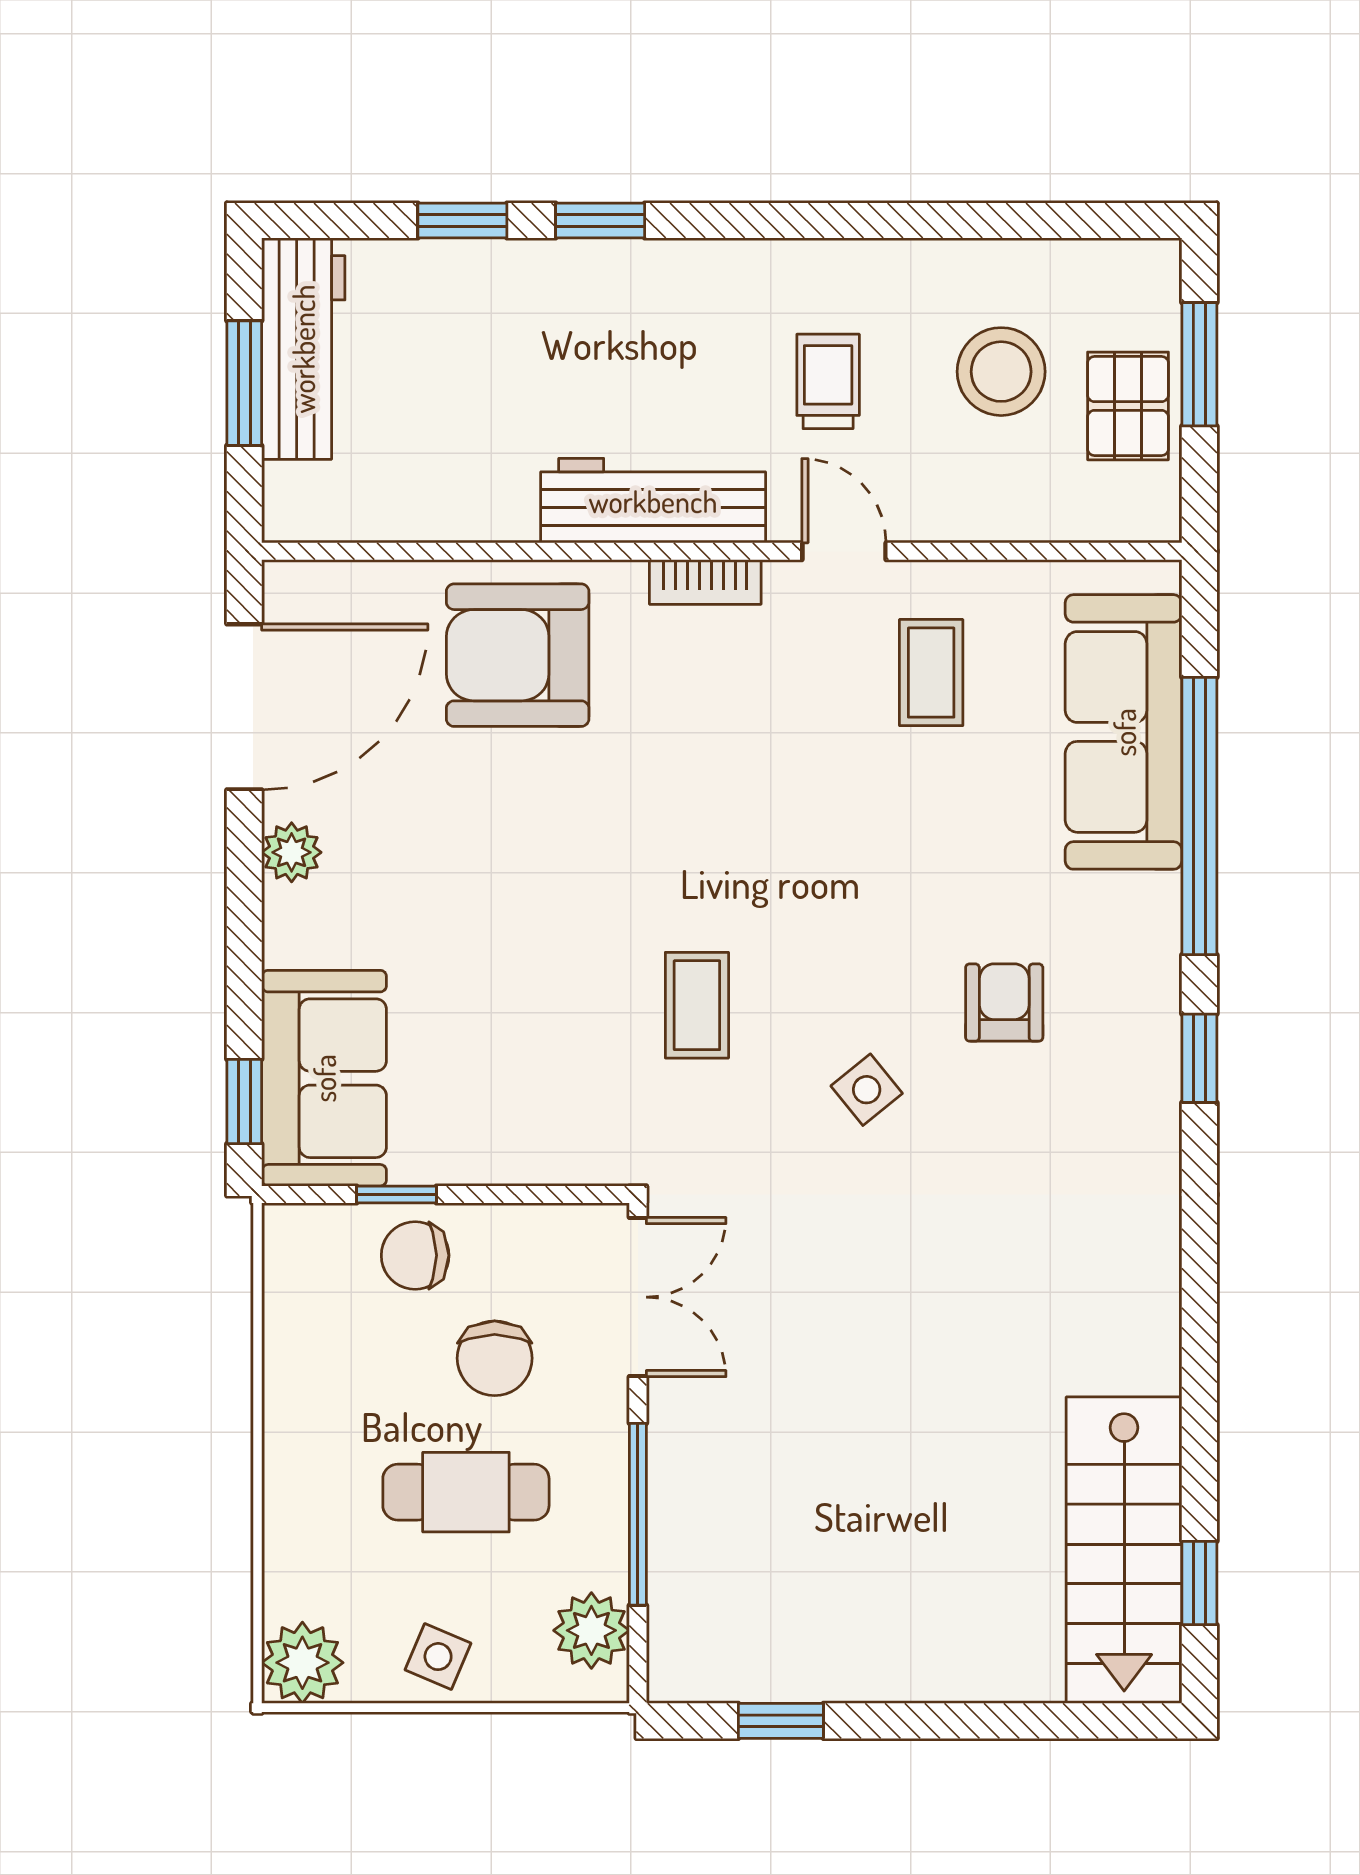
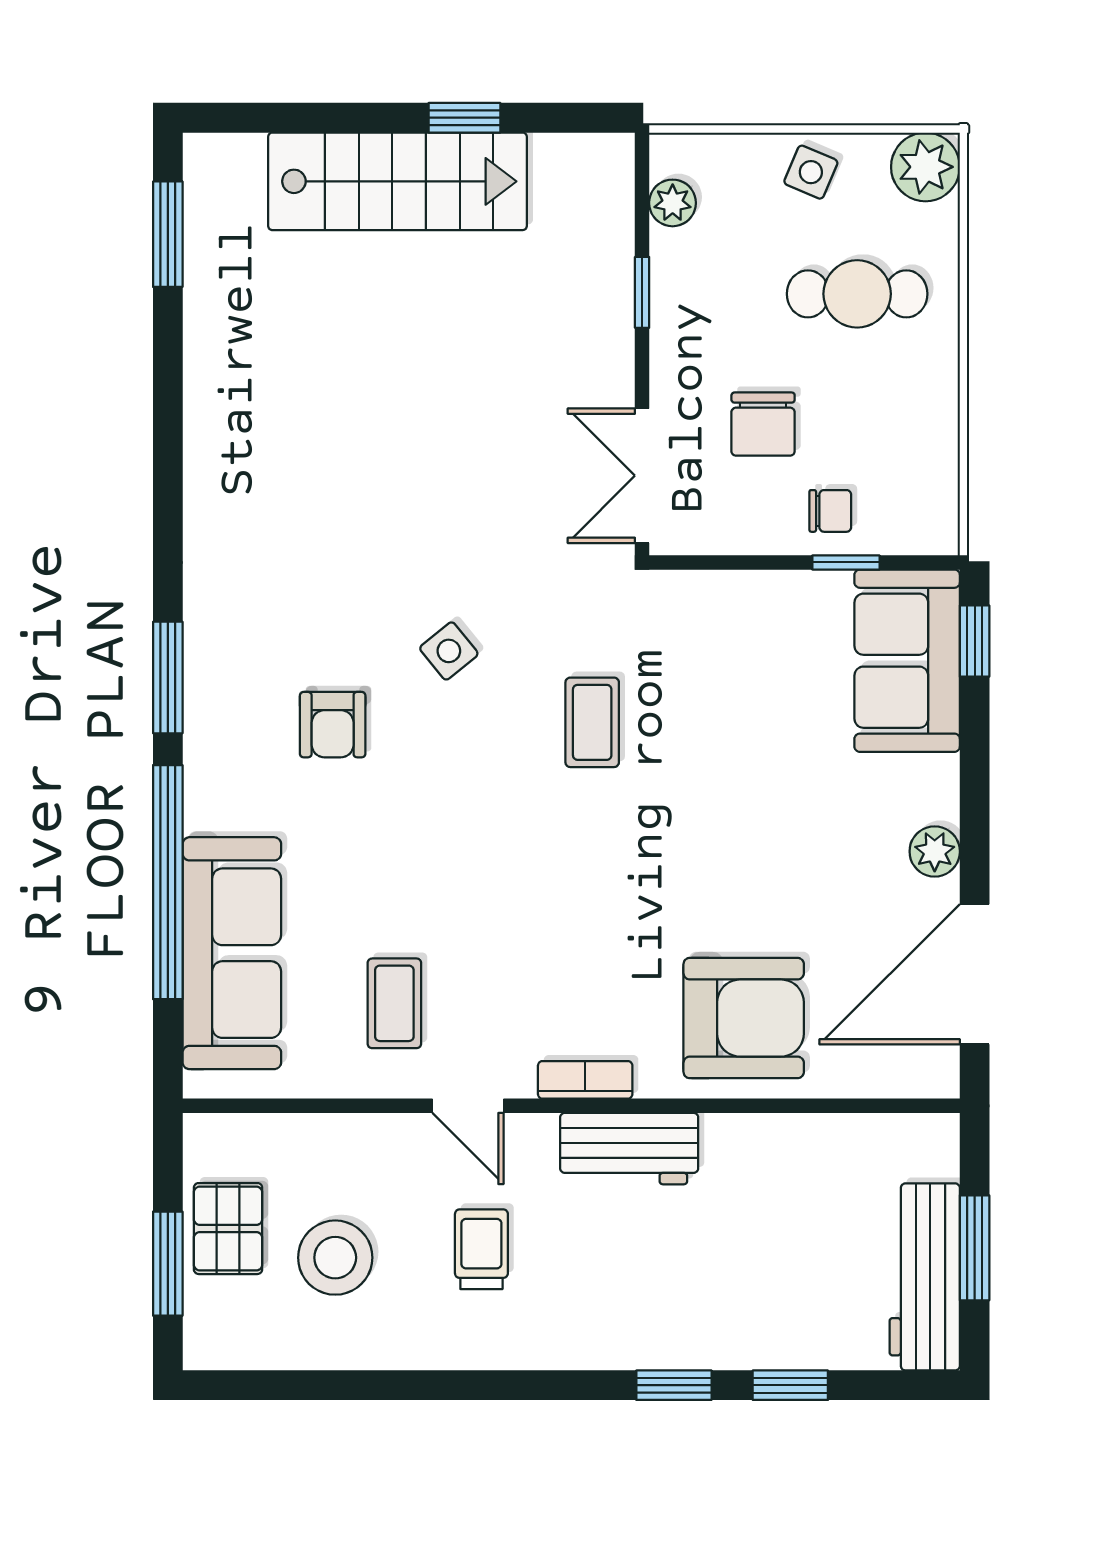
trolley: (828, 381) -> (481, 1249), turned 180
workbench: (653, 501) -> (629, 1149), width x0.73
window: (1199, 1058) -> (168, 678), width x1.50
chair: (415, 1255) -> (830, 511), width x0.73, depth x0.73
chair: (495, 1358) -> (763, 424), turned 180
cafe table: (466, 1492) -> (857, 294), moved
window: (638, 1514) -> (642, 292), width x0.46
stairs: (1124, 1550) -> (397, 181), moved, turned 90
window: (1199, 1583) -> (168, 234), width x1.50
plant: (591, 1630) -> (673, 203), width x0.73, depth x0.73
window: (781, 1721) -> (464, 118), moved

